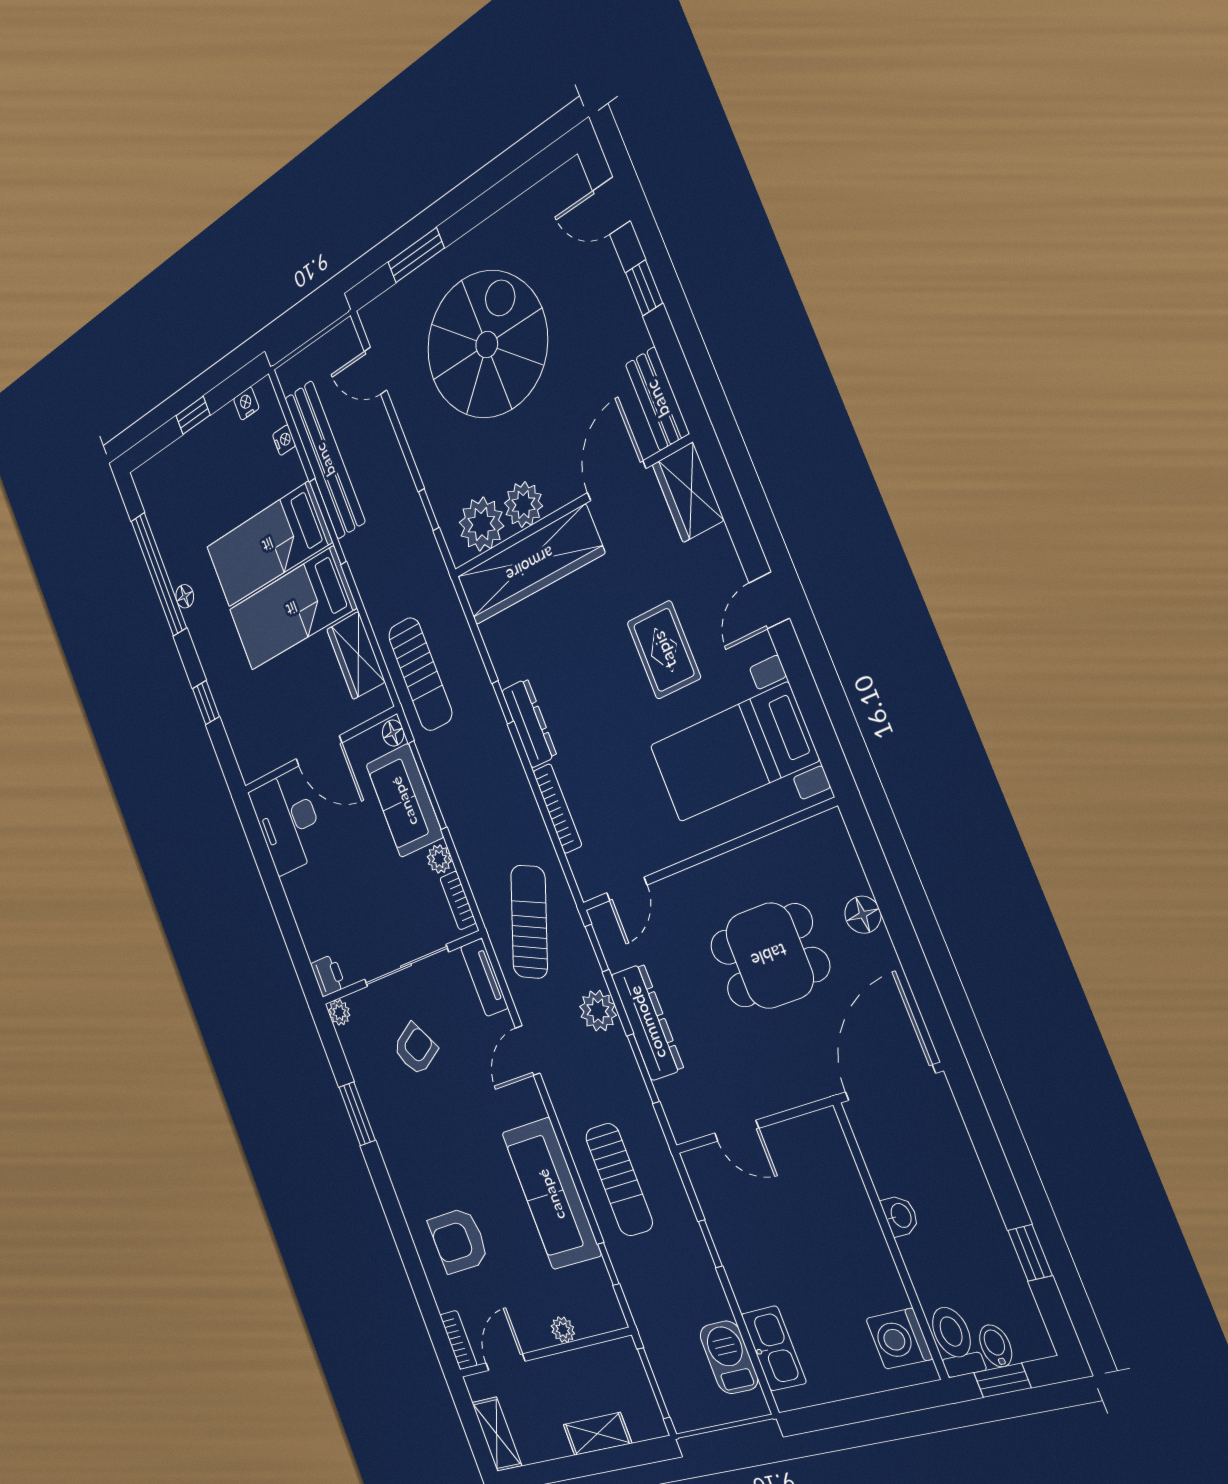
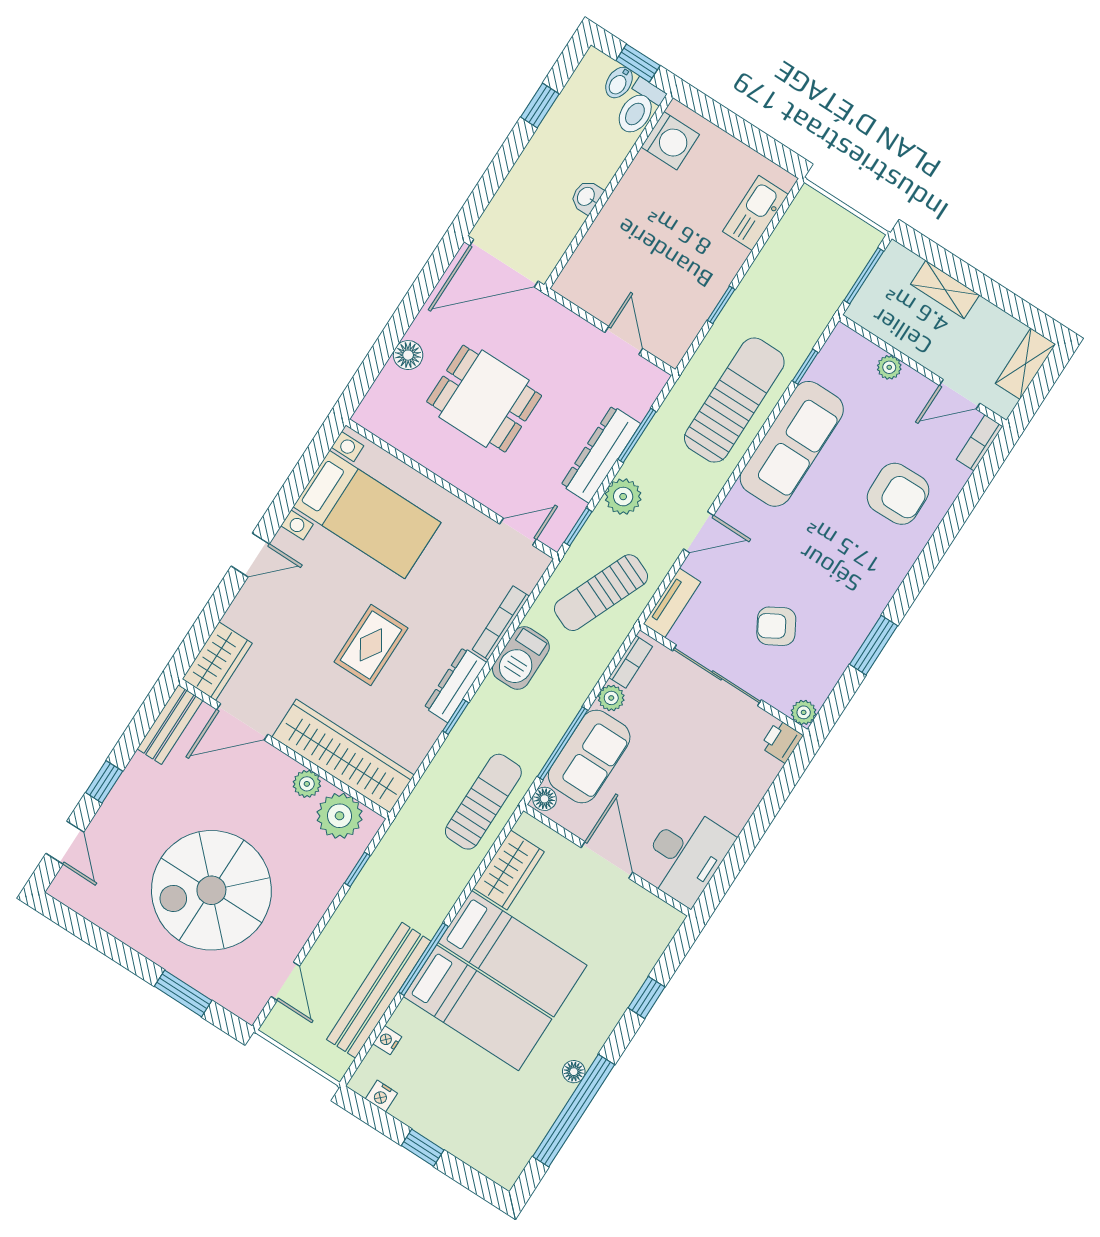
plant: (523, 505) -> (307, 784), width x0.73, depth x0.73
rug: (664, 650) -> (371, 645), moved
sun lounger: (619, 1180) -> (734, 400), width x1.36, depth x1.34
barbecue: (729, 1357) -> (521, 658), moved

